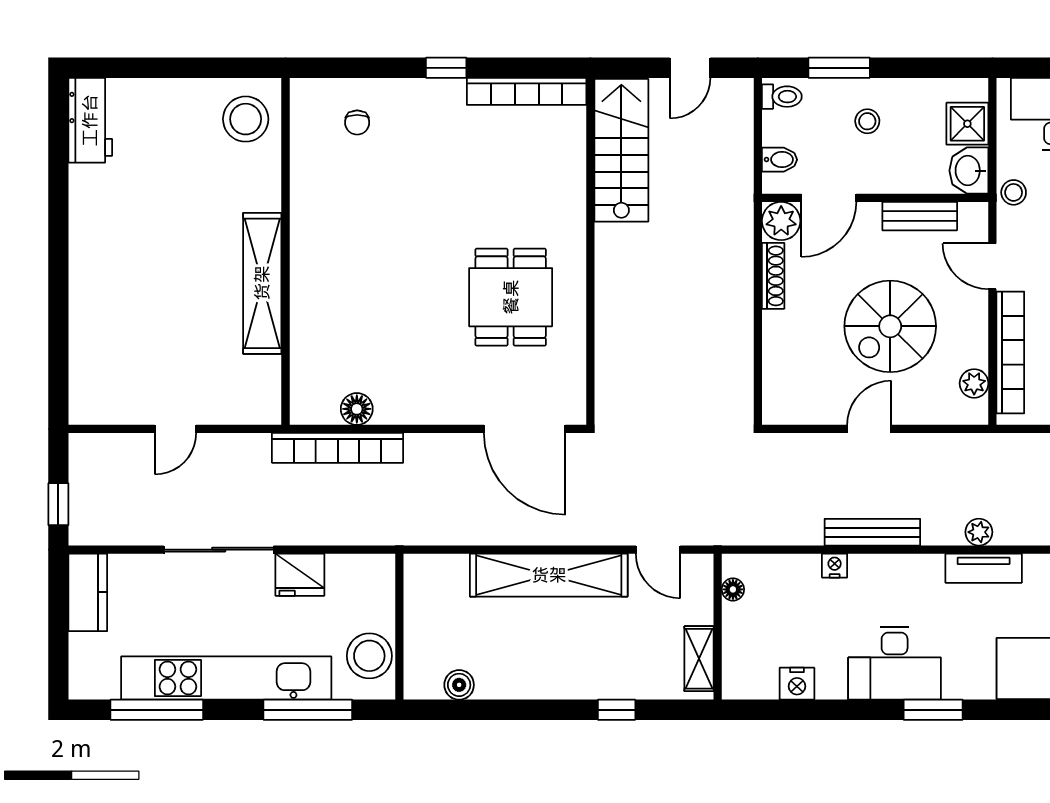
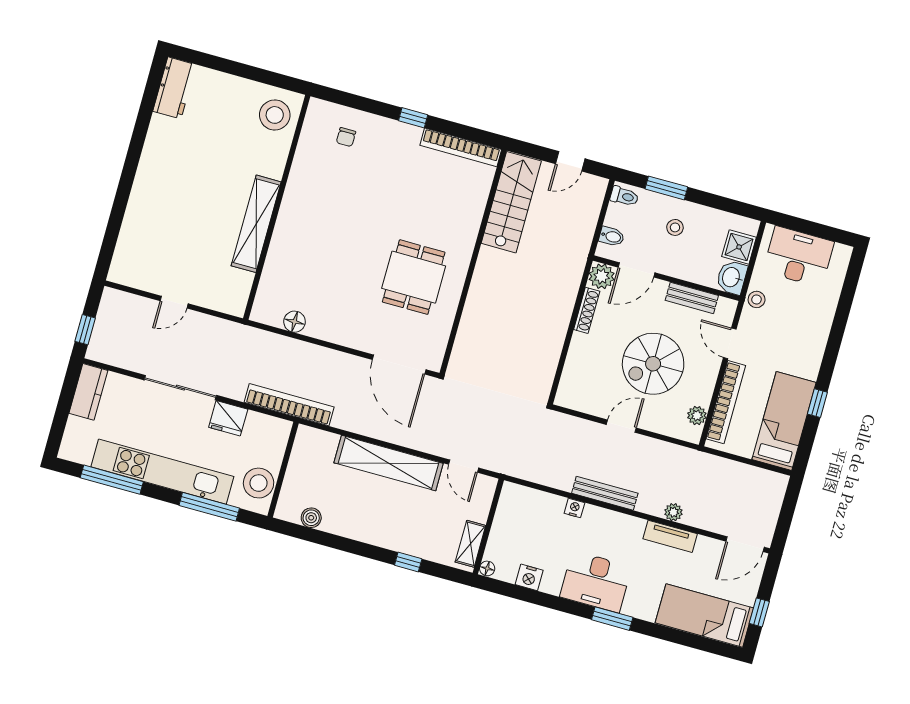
bookcase: (338, 448) -> (289, 405), moved, turned 180
floor lamp: (733, 589) -> (487, 568), moved

